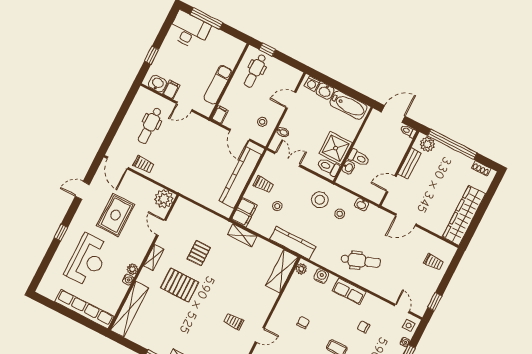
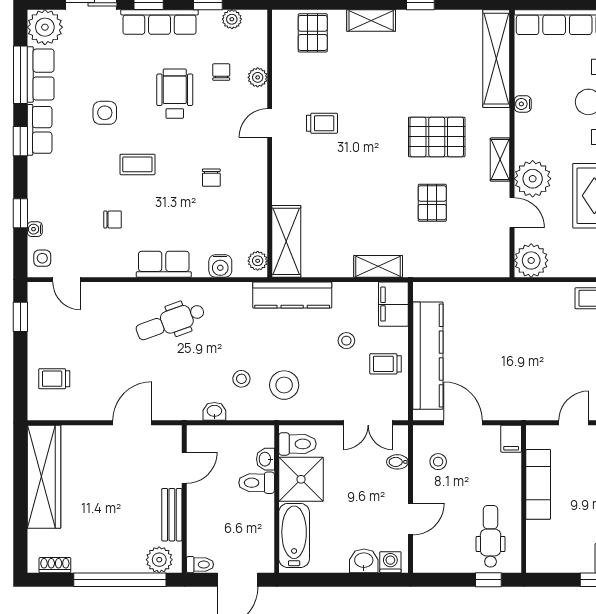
bathtub: (348, 105) -> (294, 535), moved, turned 90
plant: (132, 269) -> (533, 179), moved, width x1.88, depth x1.88

